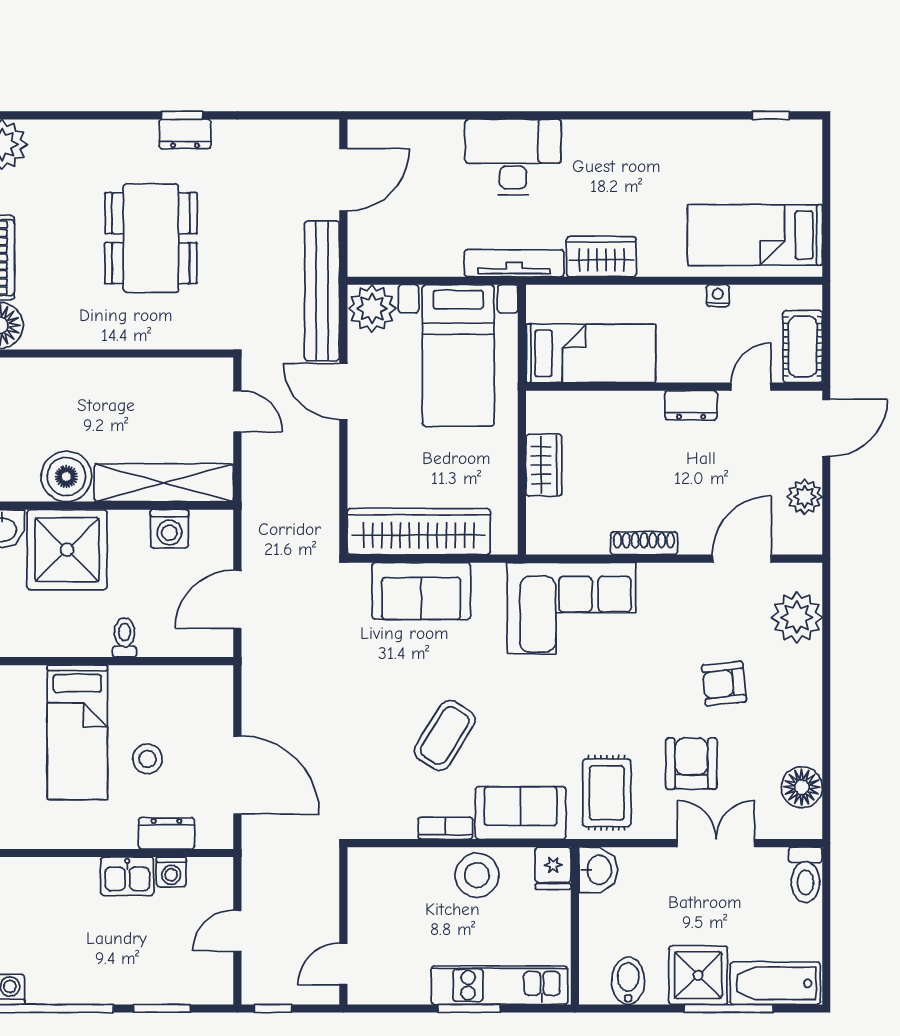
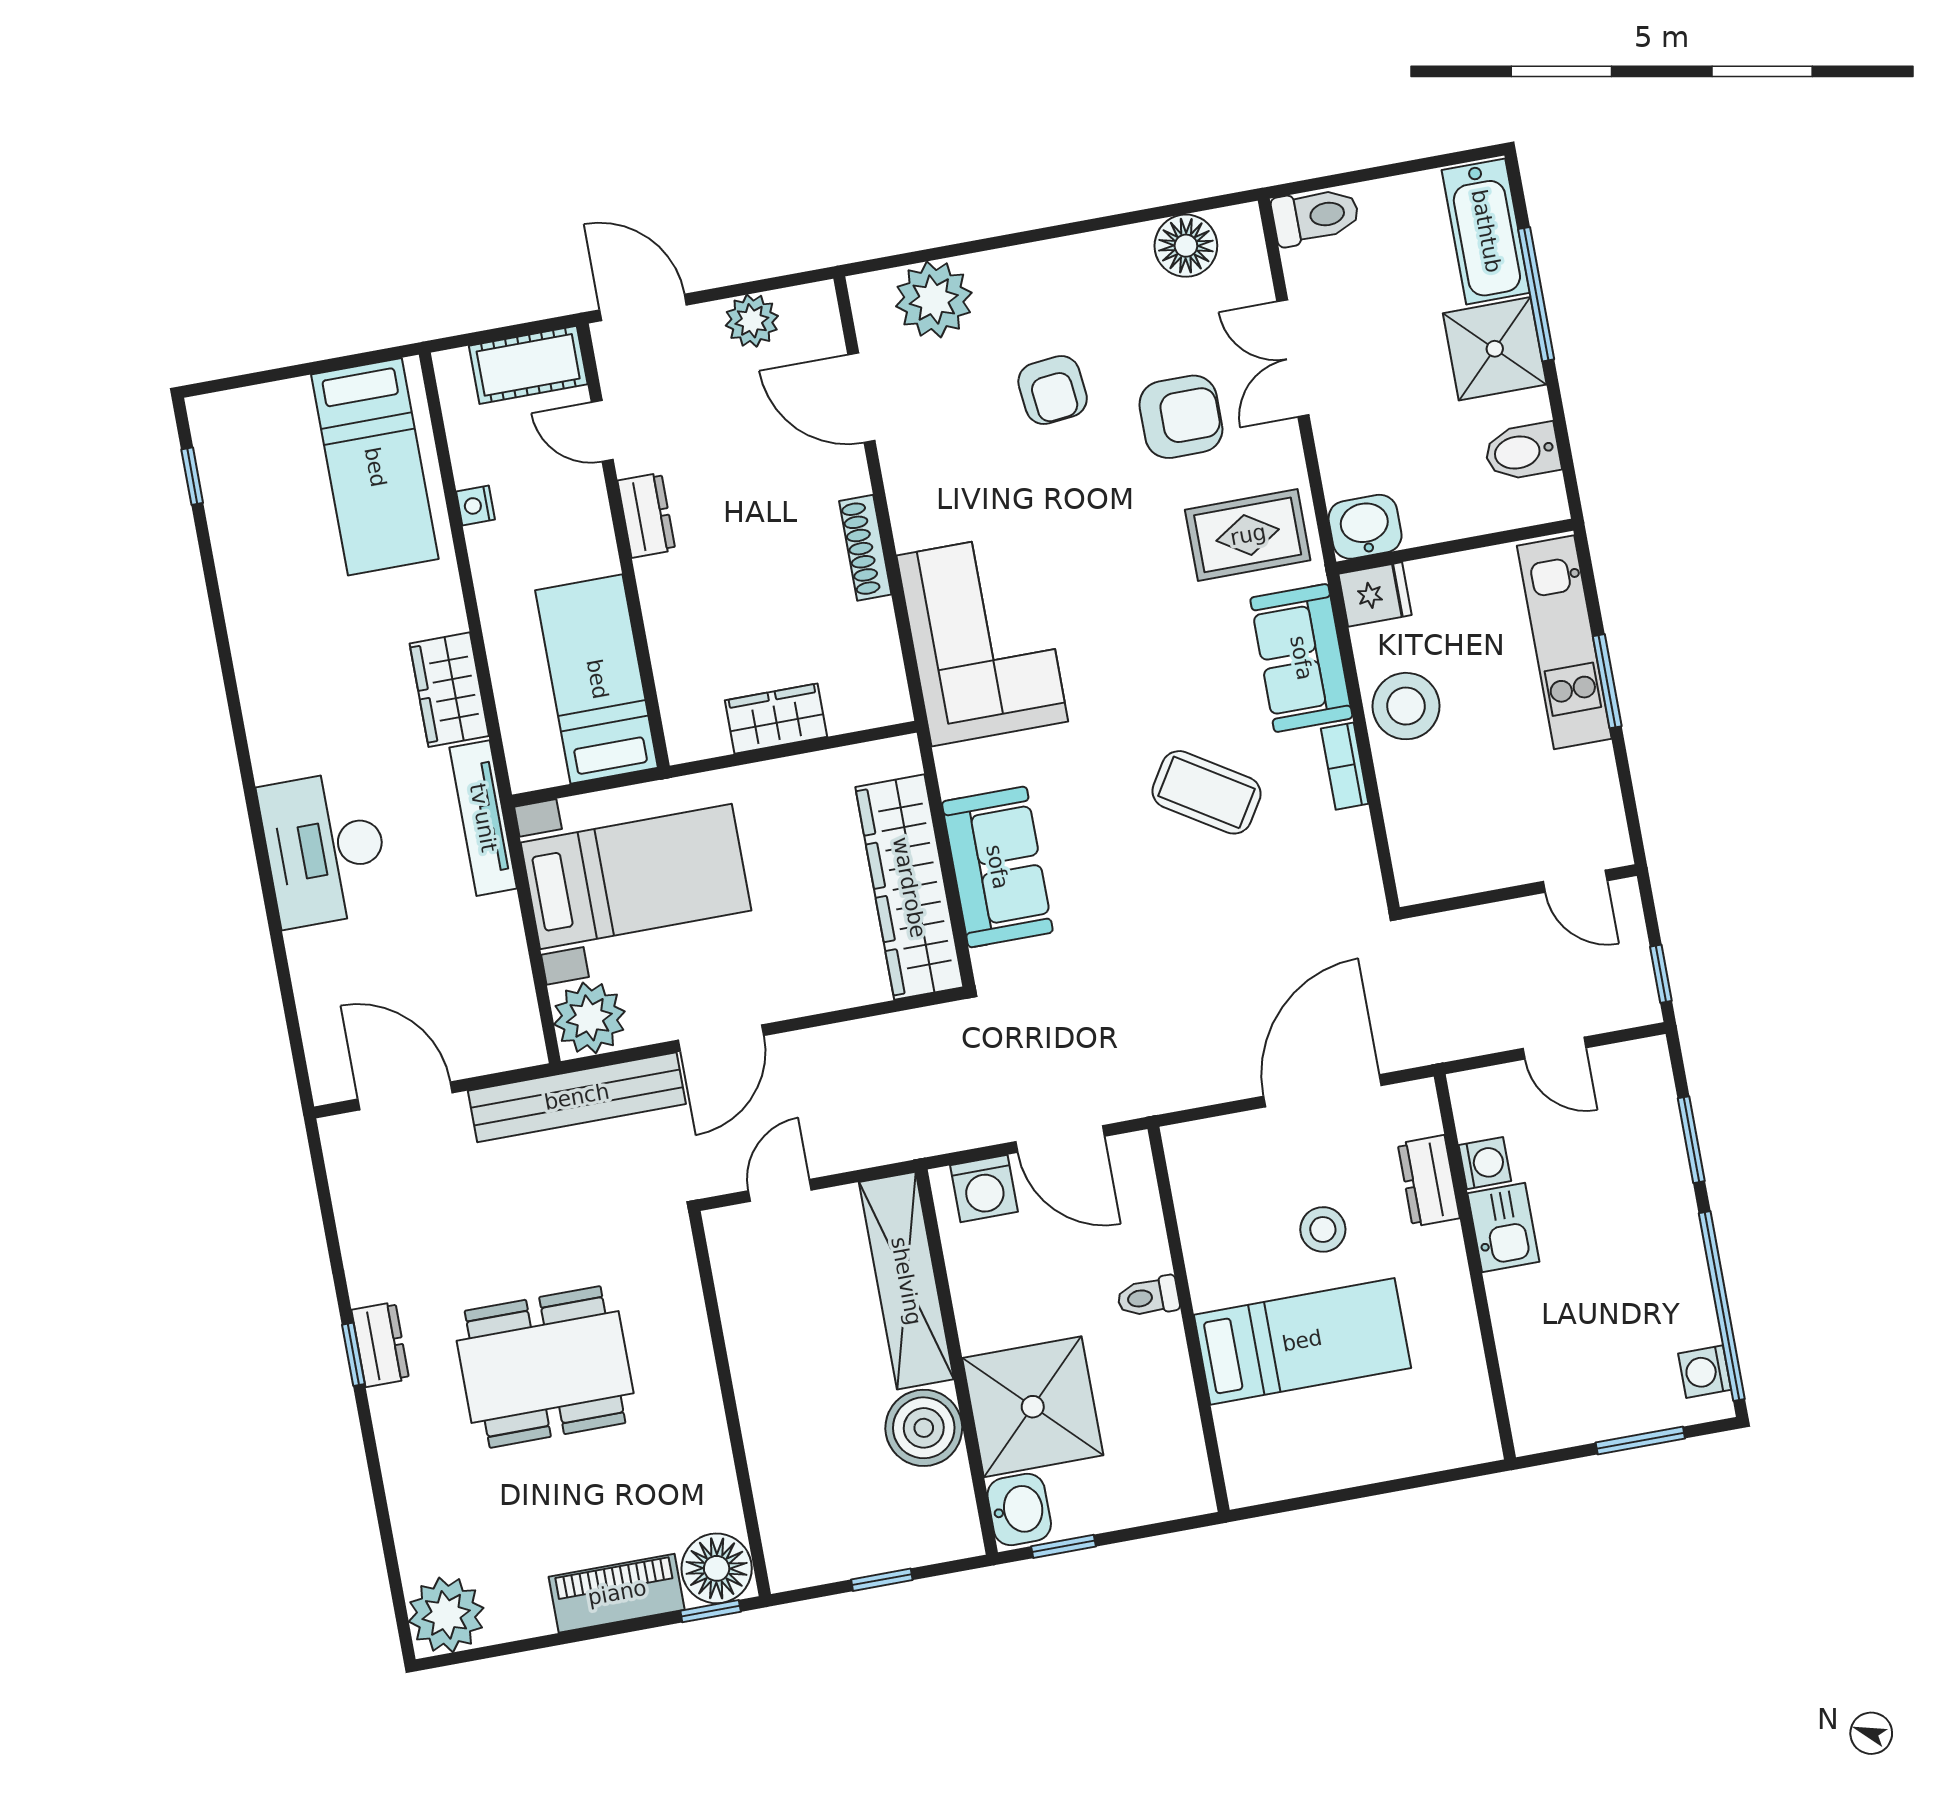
washing machine: (169, 529) -> (984, 1189), moved, turned 90
armchair: (691, 764) -> (1181, 417), turned 180

